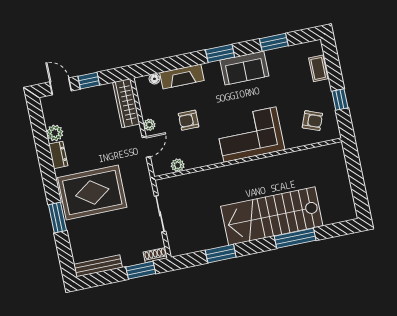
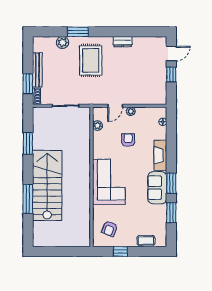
window: (220, 53) -> (171, 183), moved
fireplace: (182, 77) -> (160, 155), moved
wardrobe: (126, 103) -> (150, 98), removed
plant: (55, 133) -> (63, 42), moved
door: (146, 147) -> (115, 106), hinge flipped
rug: (92, 192) -> (91, 60), width x0.73, depth x0.69
bench: (98, 266) -> (37, 70), moved

